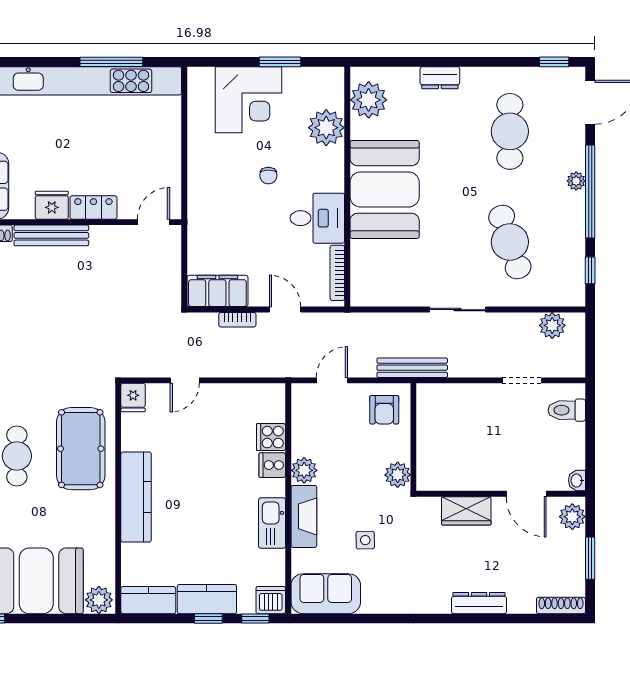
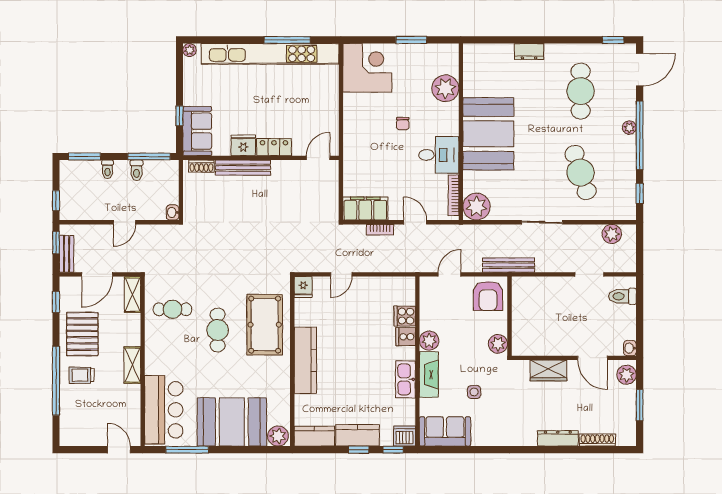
corner desk: (248, 100) -> (367, 68), moved, turned -90
plant: (369, 100) -> (476, 207), moved
armchair: (384, 410) -> (488, 296), width x1.38, depth x1.38
shoe rack: (561, 605) -> (597, 440), moved

